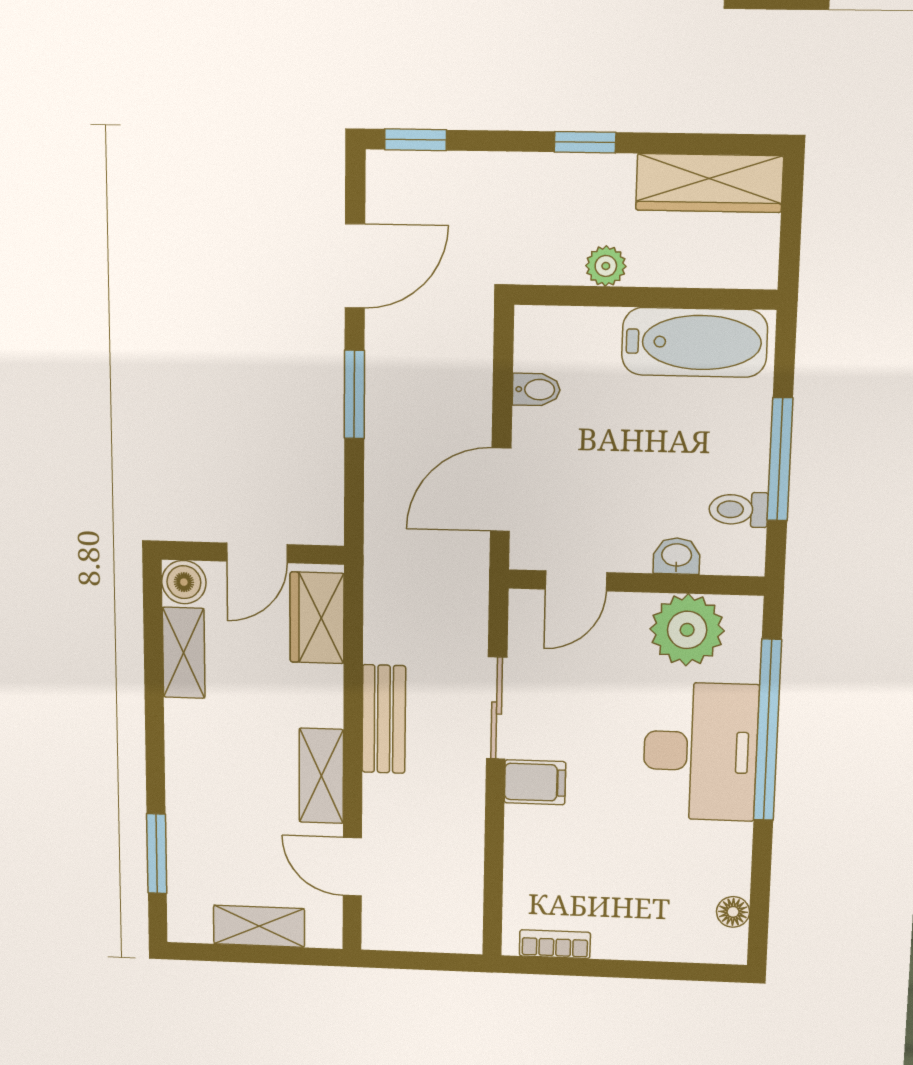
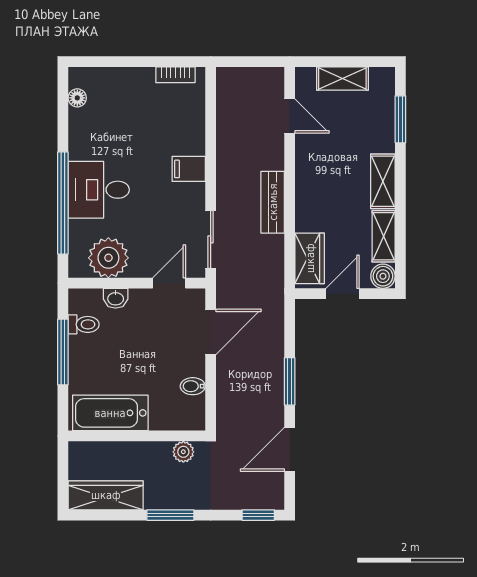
window: (585, 142) -> (170, 515), width x1.50
plant: (606, 266) -> (183, 452), moved
sliding door: (497, 708) -> (211, 239), moved
desk: (700, 752) -> (99, 190), width x0.73
shelving: (321, 776) -> (383, 181), moved

